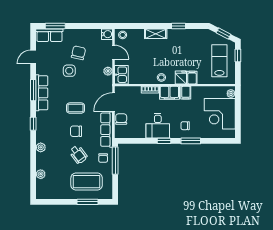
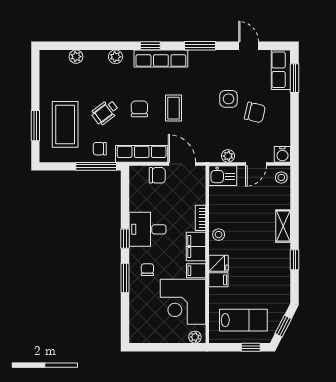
row of seats: (42, 93) -> (161, 58), moved
corner desk: (220, 114) -> (183, 302), moved, turned -90

